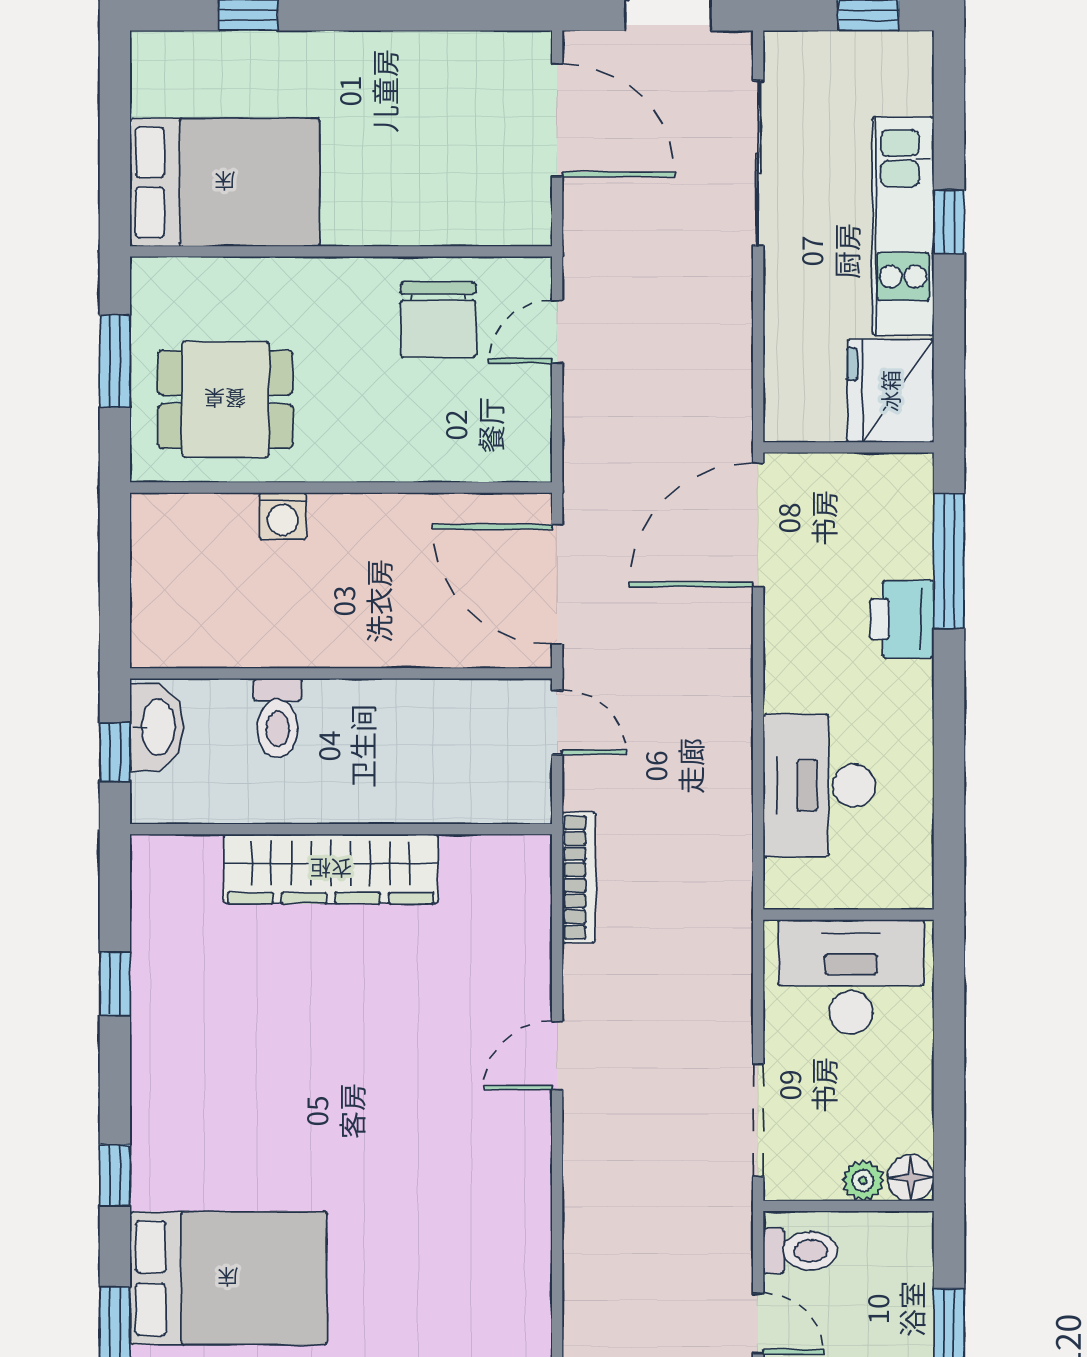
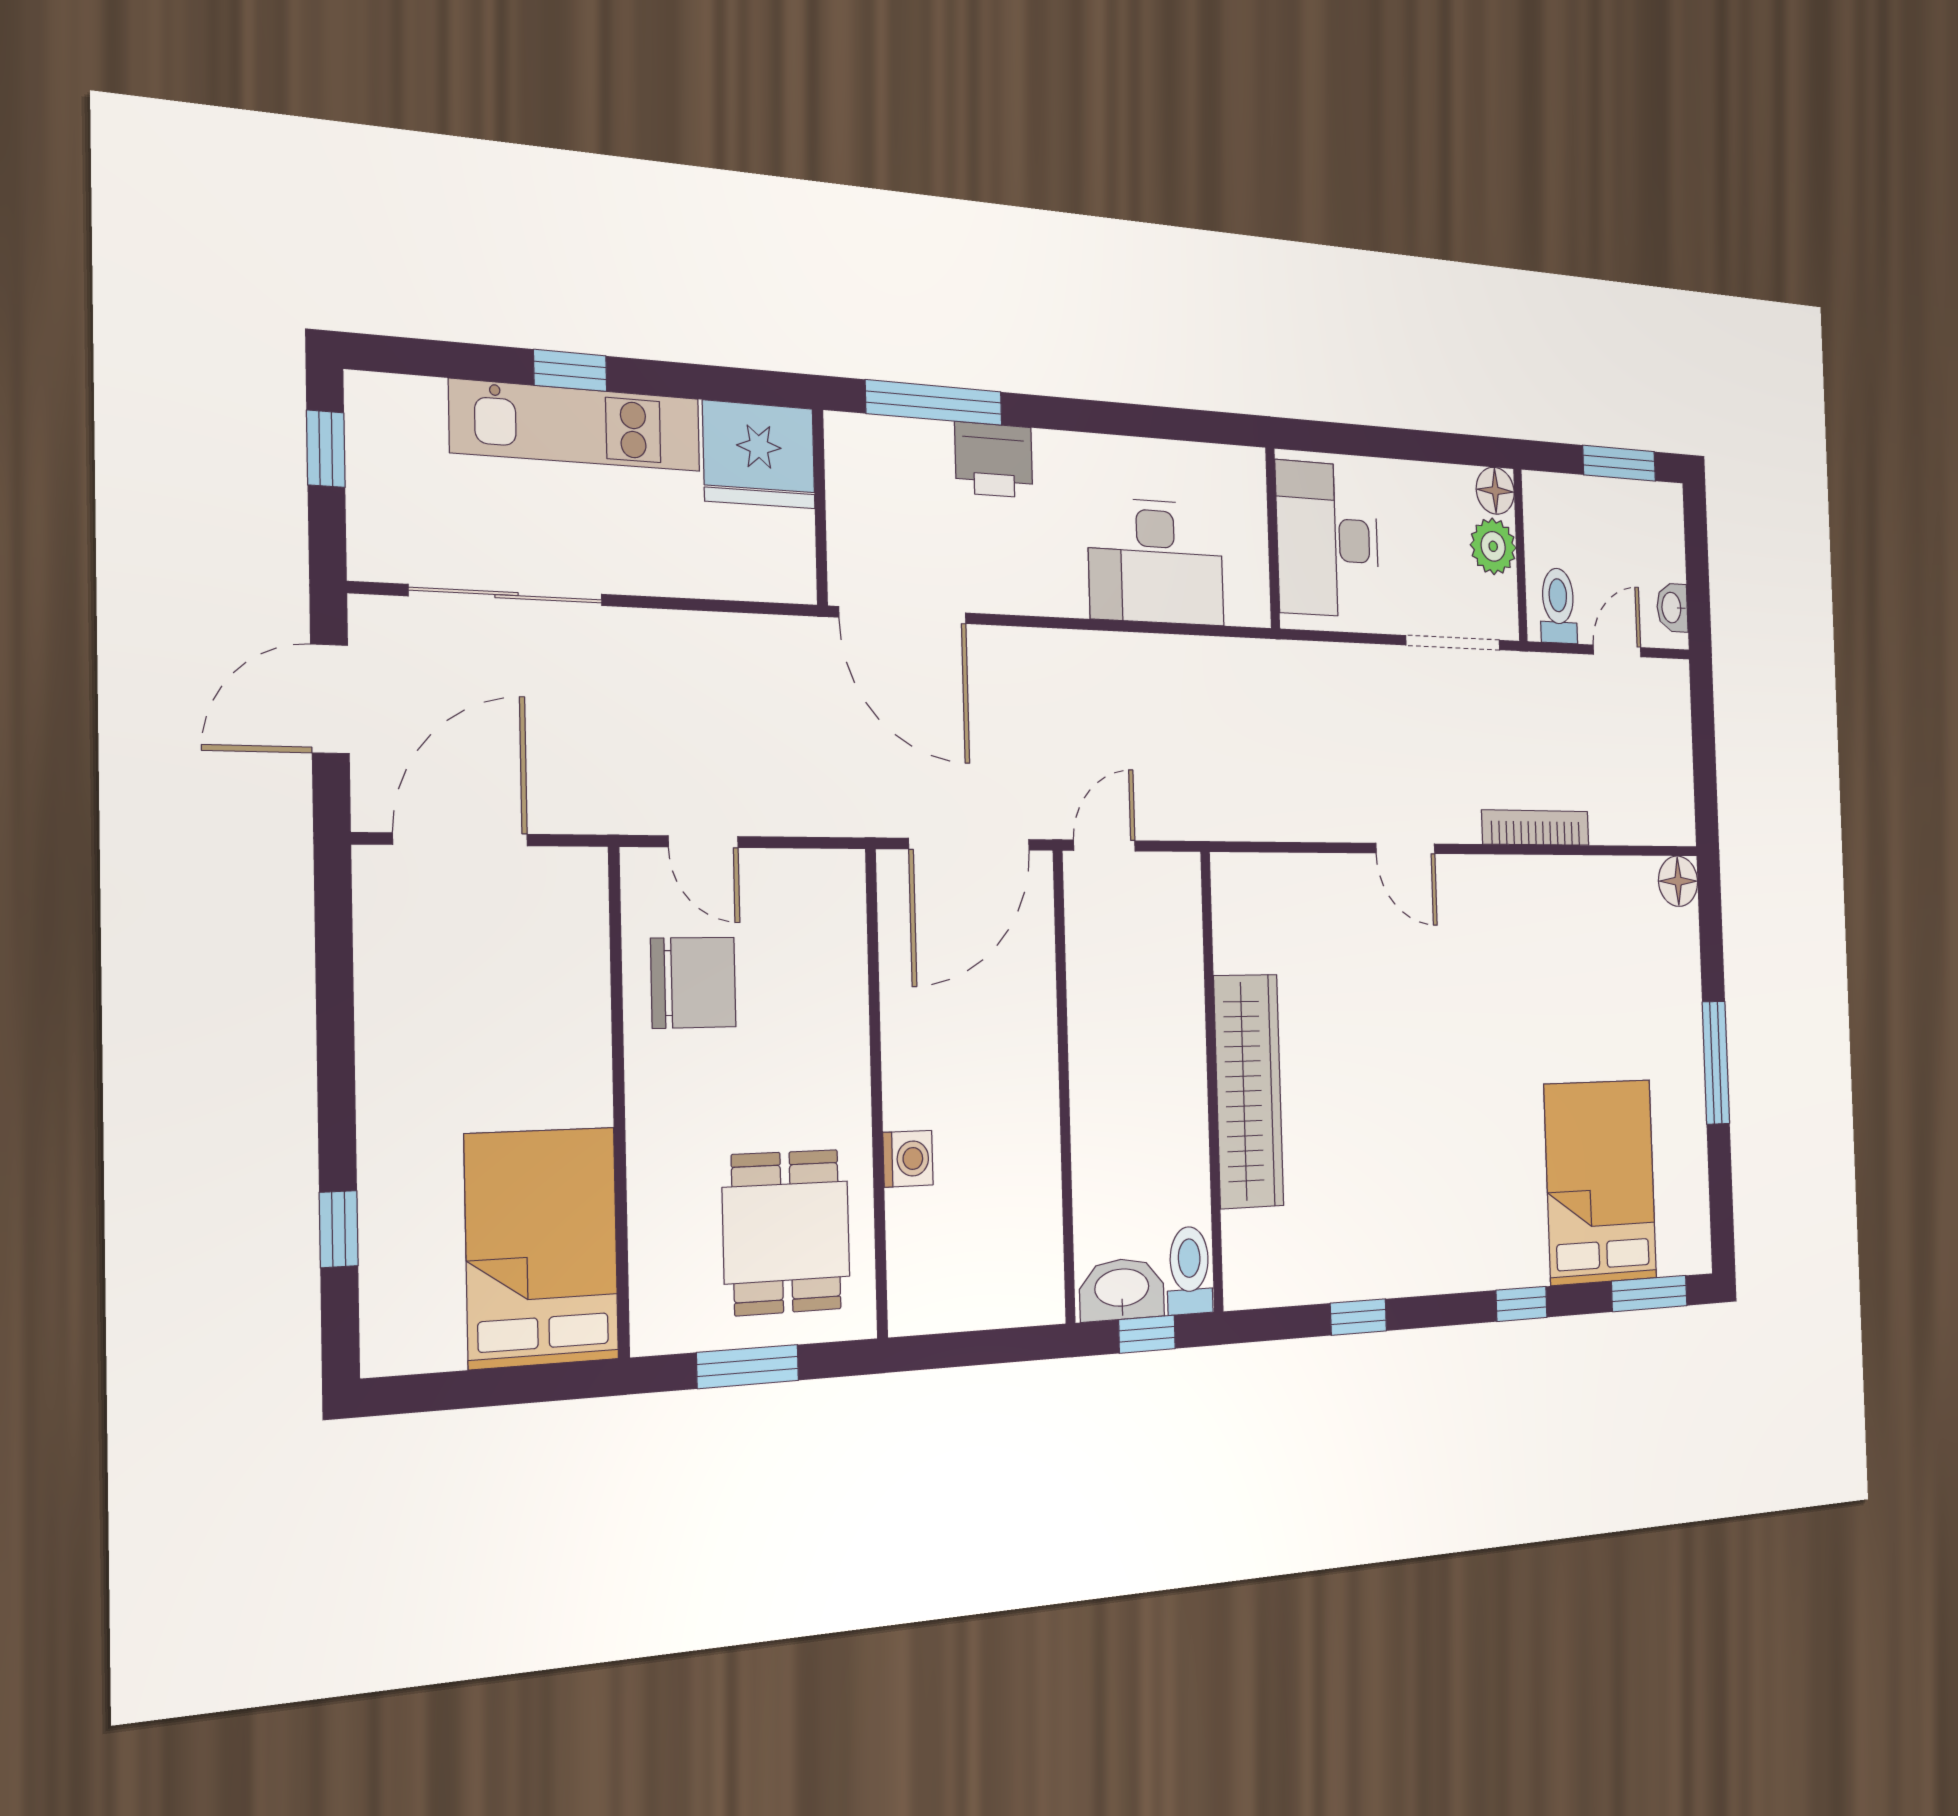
toilet: (278, 718) -> (1189, 1270), moved, turned -90
bookcase: (579, 877) -> (1536, 828), moved
plant: (863, 1180) -> (1493, 546), width x1.38, depth x1.38

